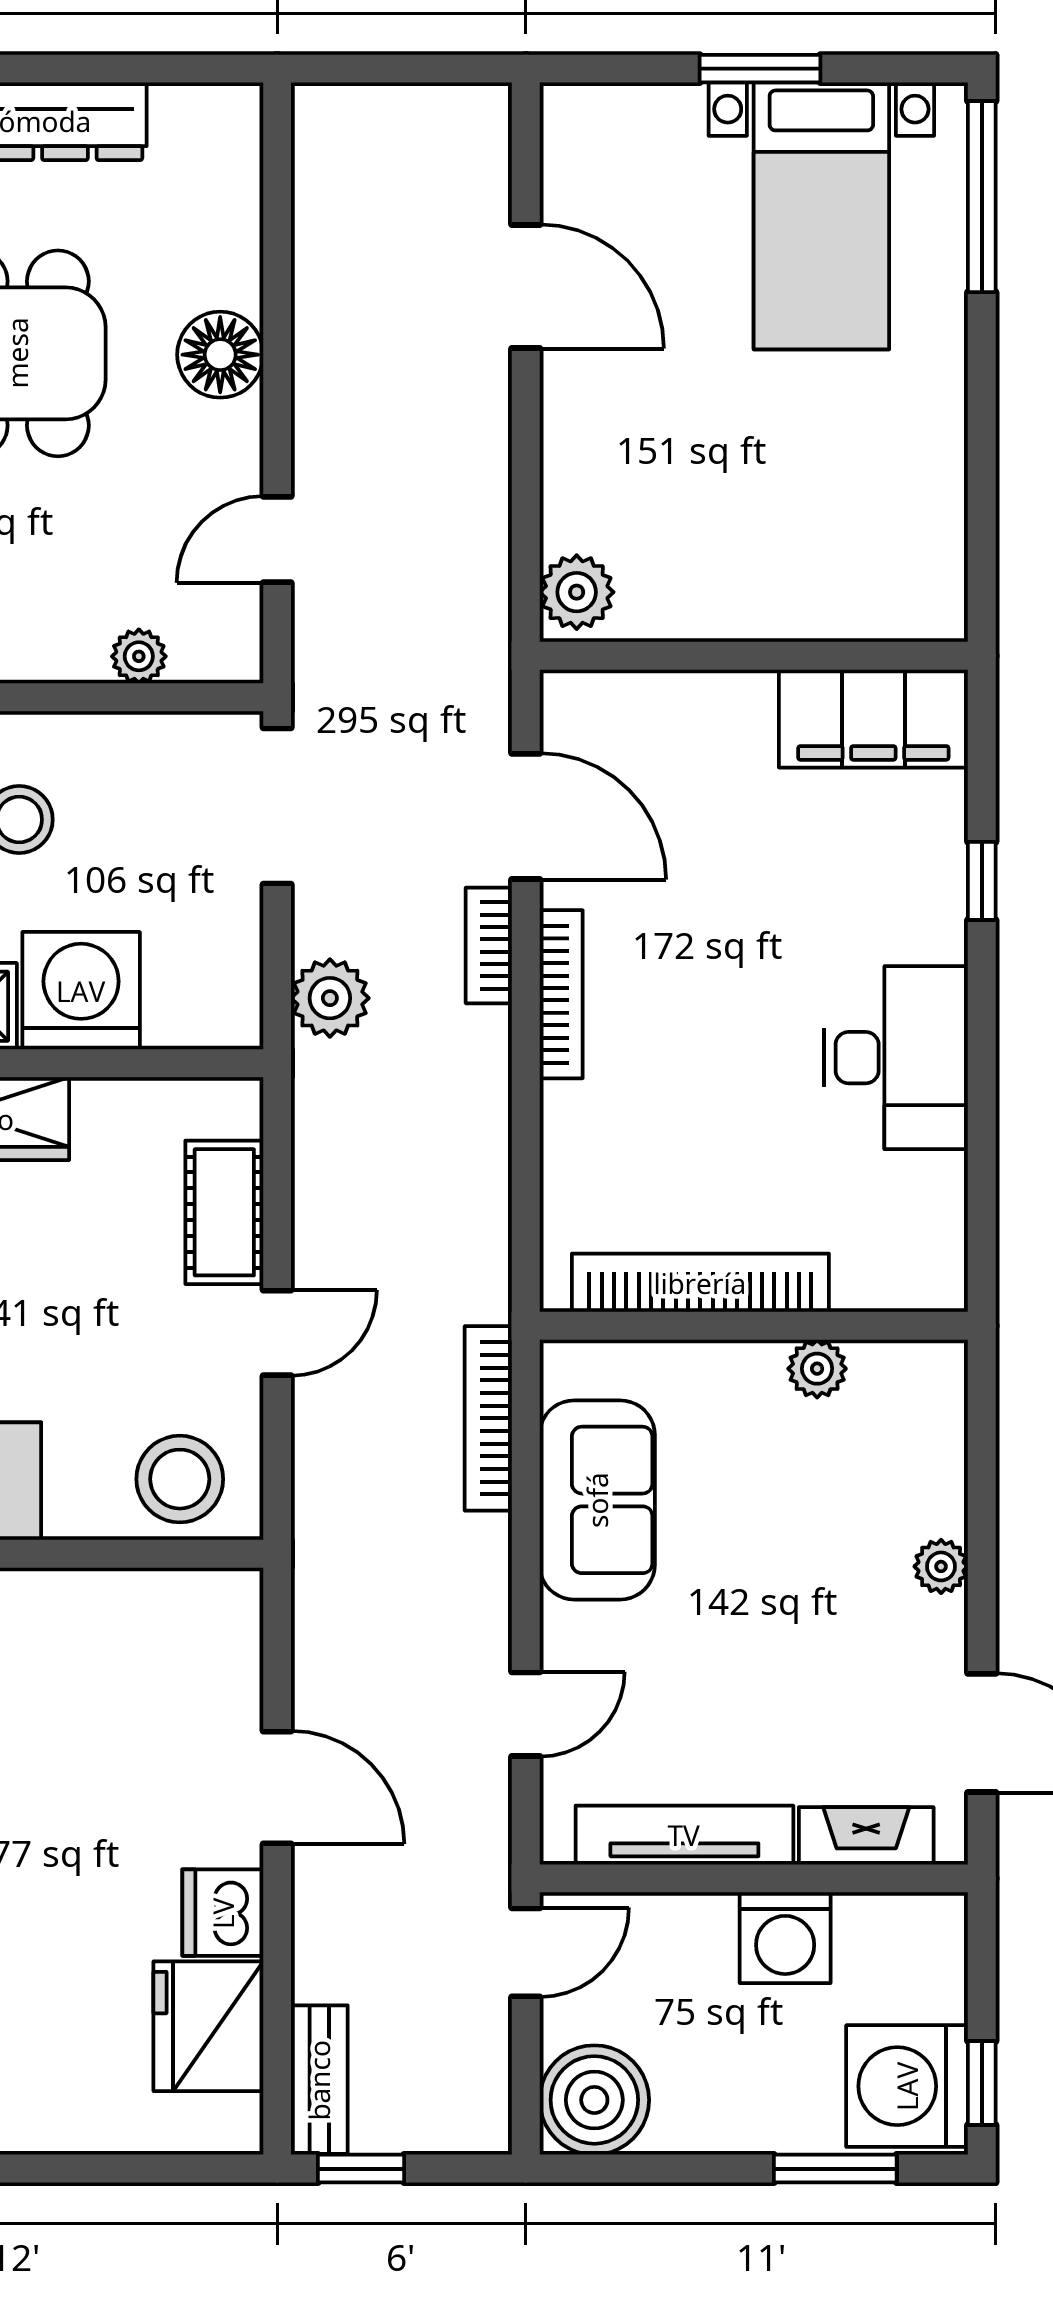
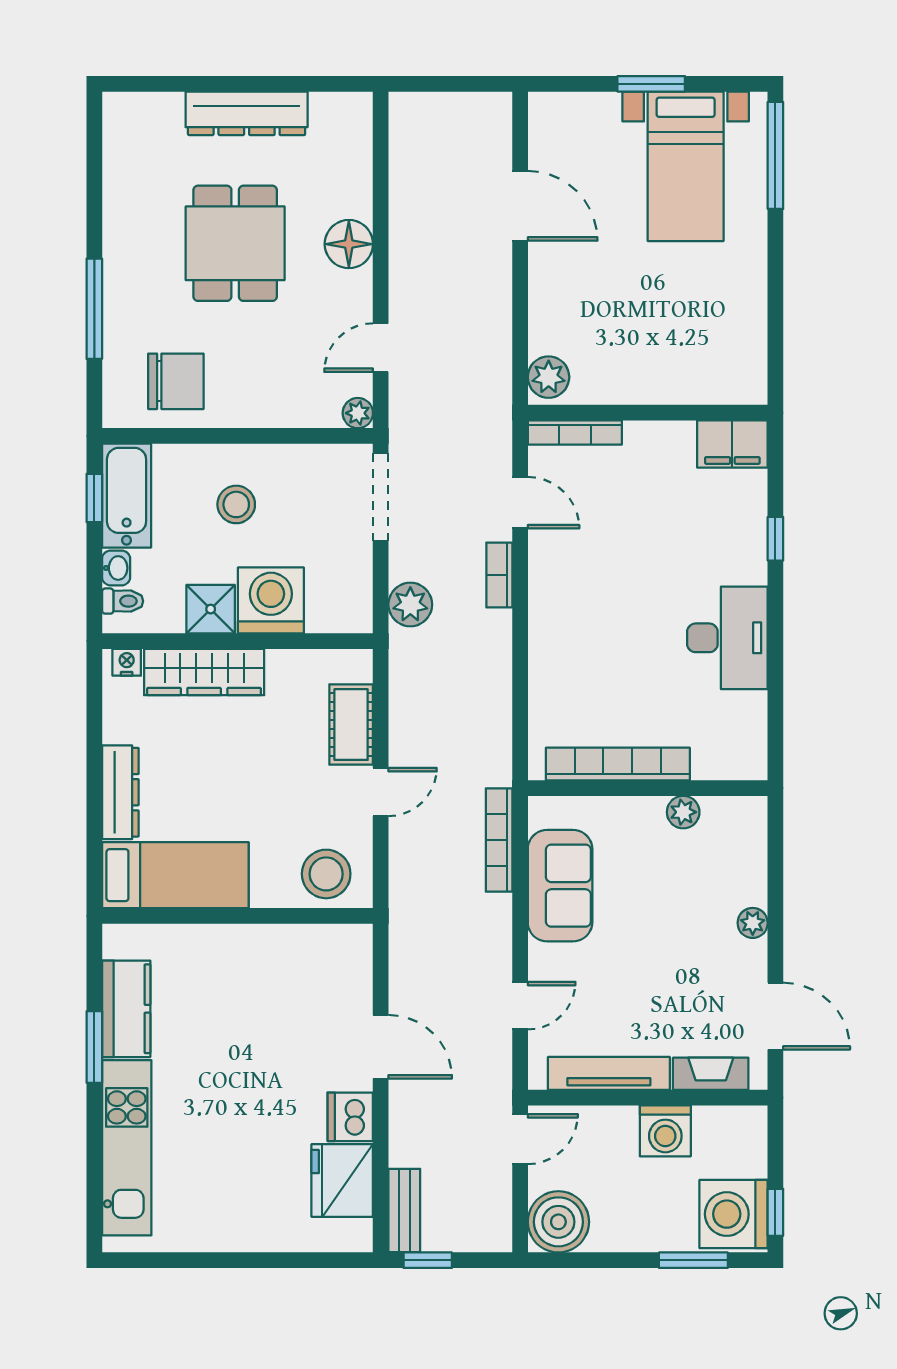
plant: (139, 656) -> (358, 413), moved
filing cabinet: (873, 719) -> (732, 444), width x0.67, depth x0.86
door: (526, 816) -> (520, 503), width x0.73
bookcase: (561, 994) -> (575, 433), moved, turned 90

